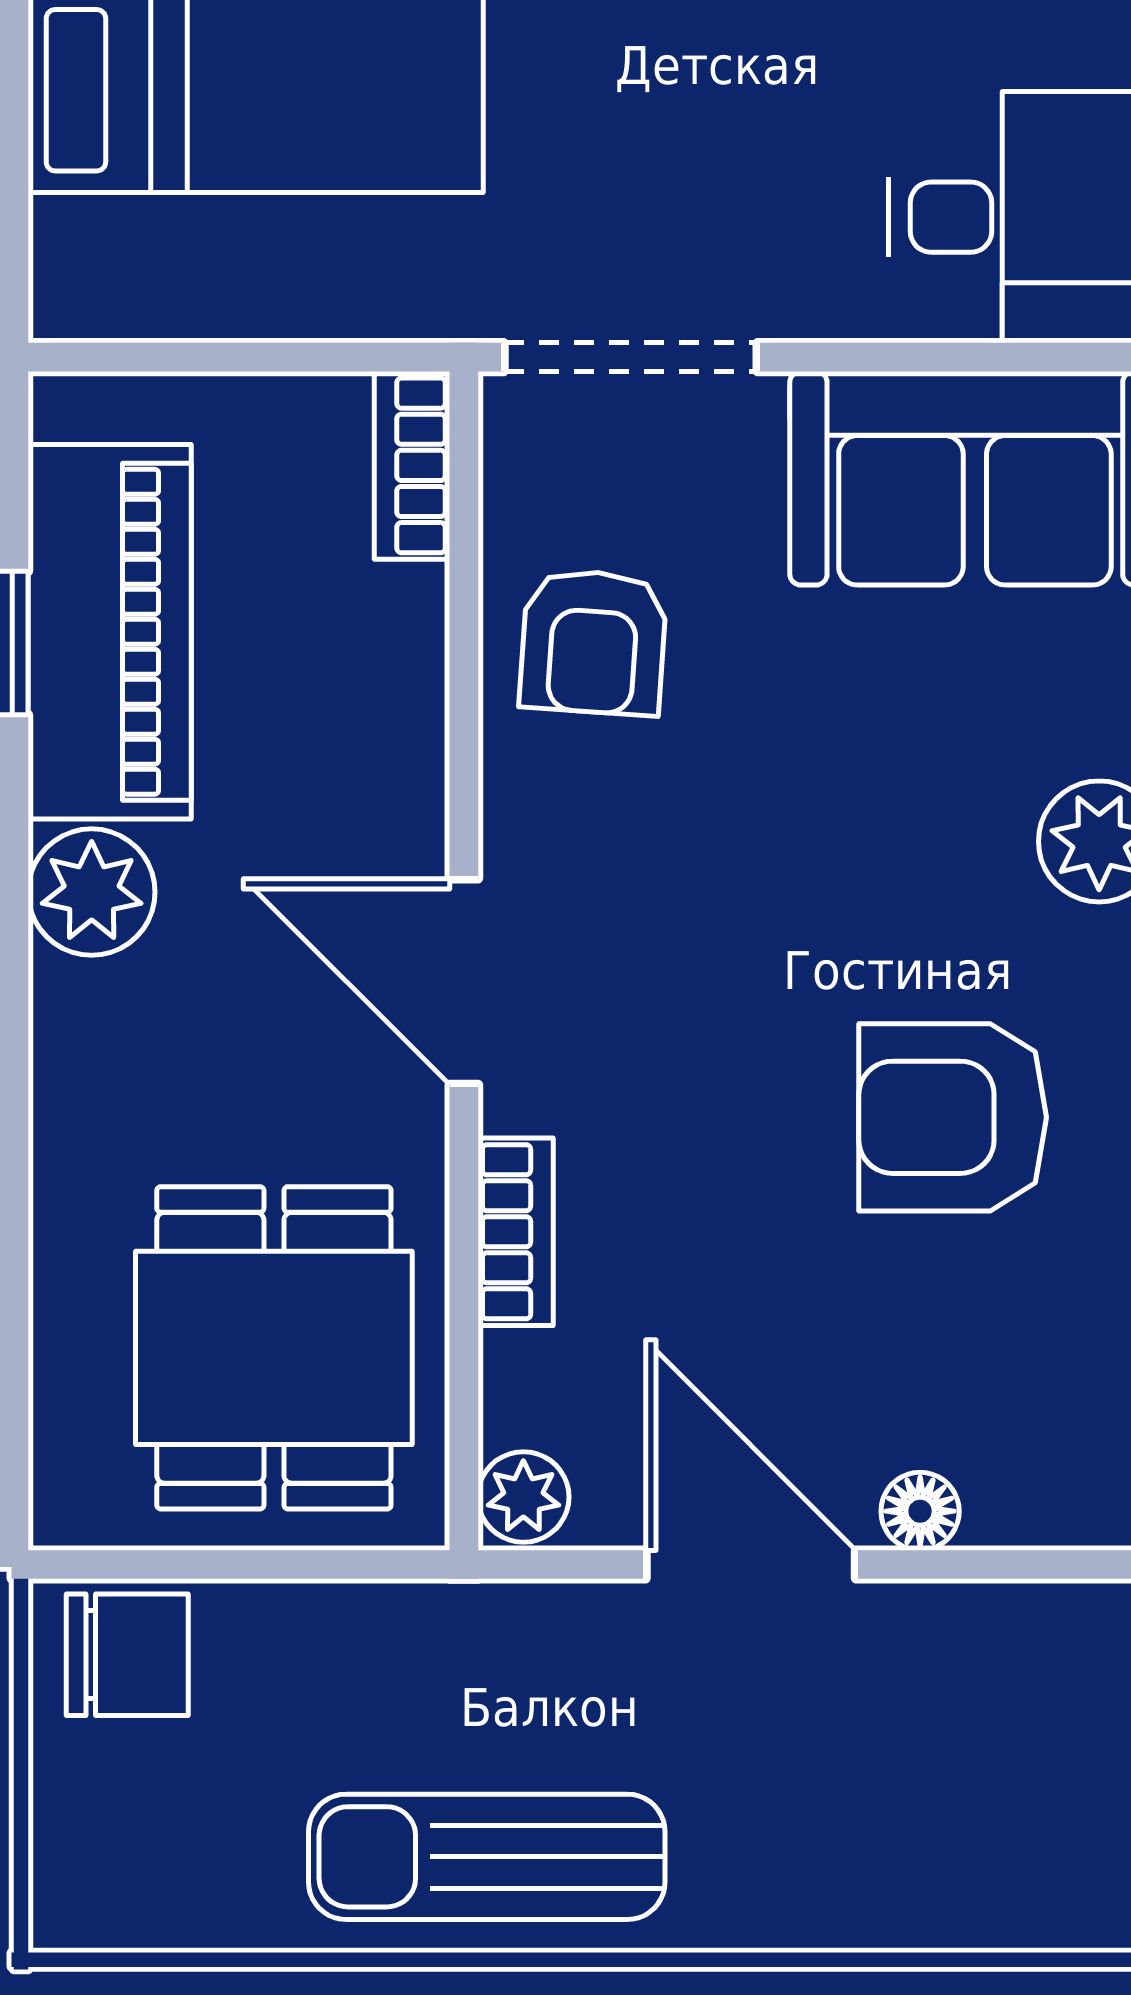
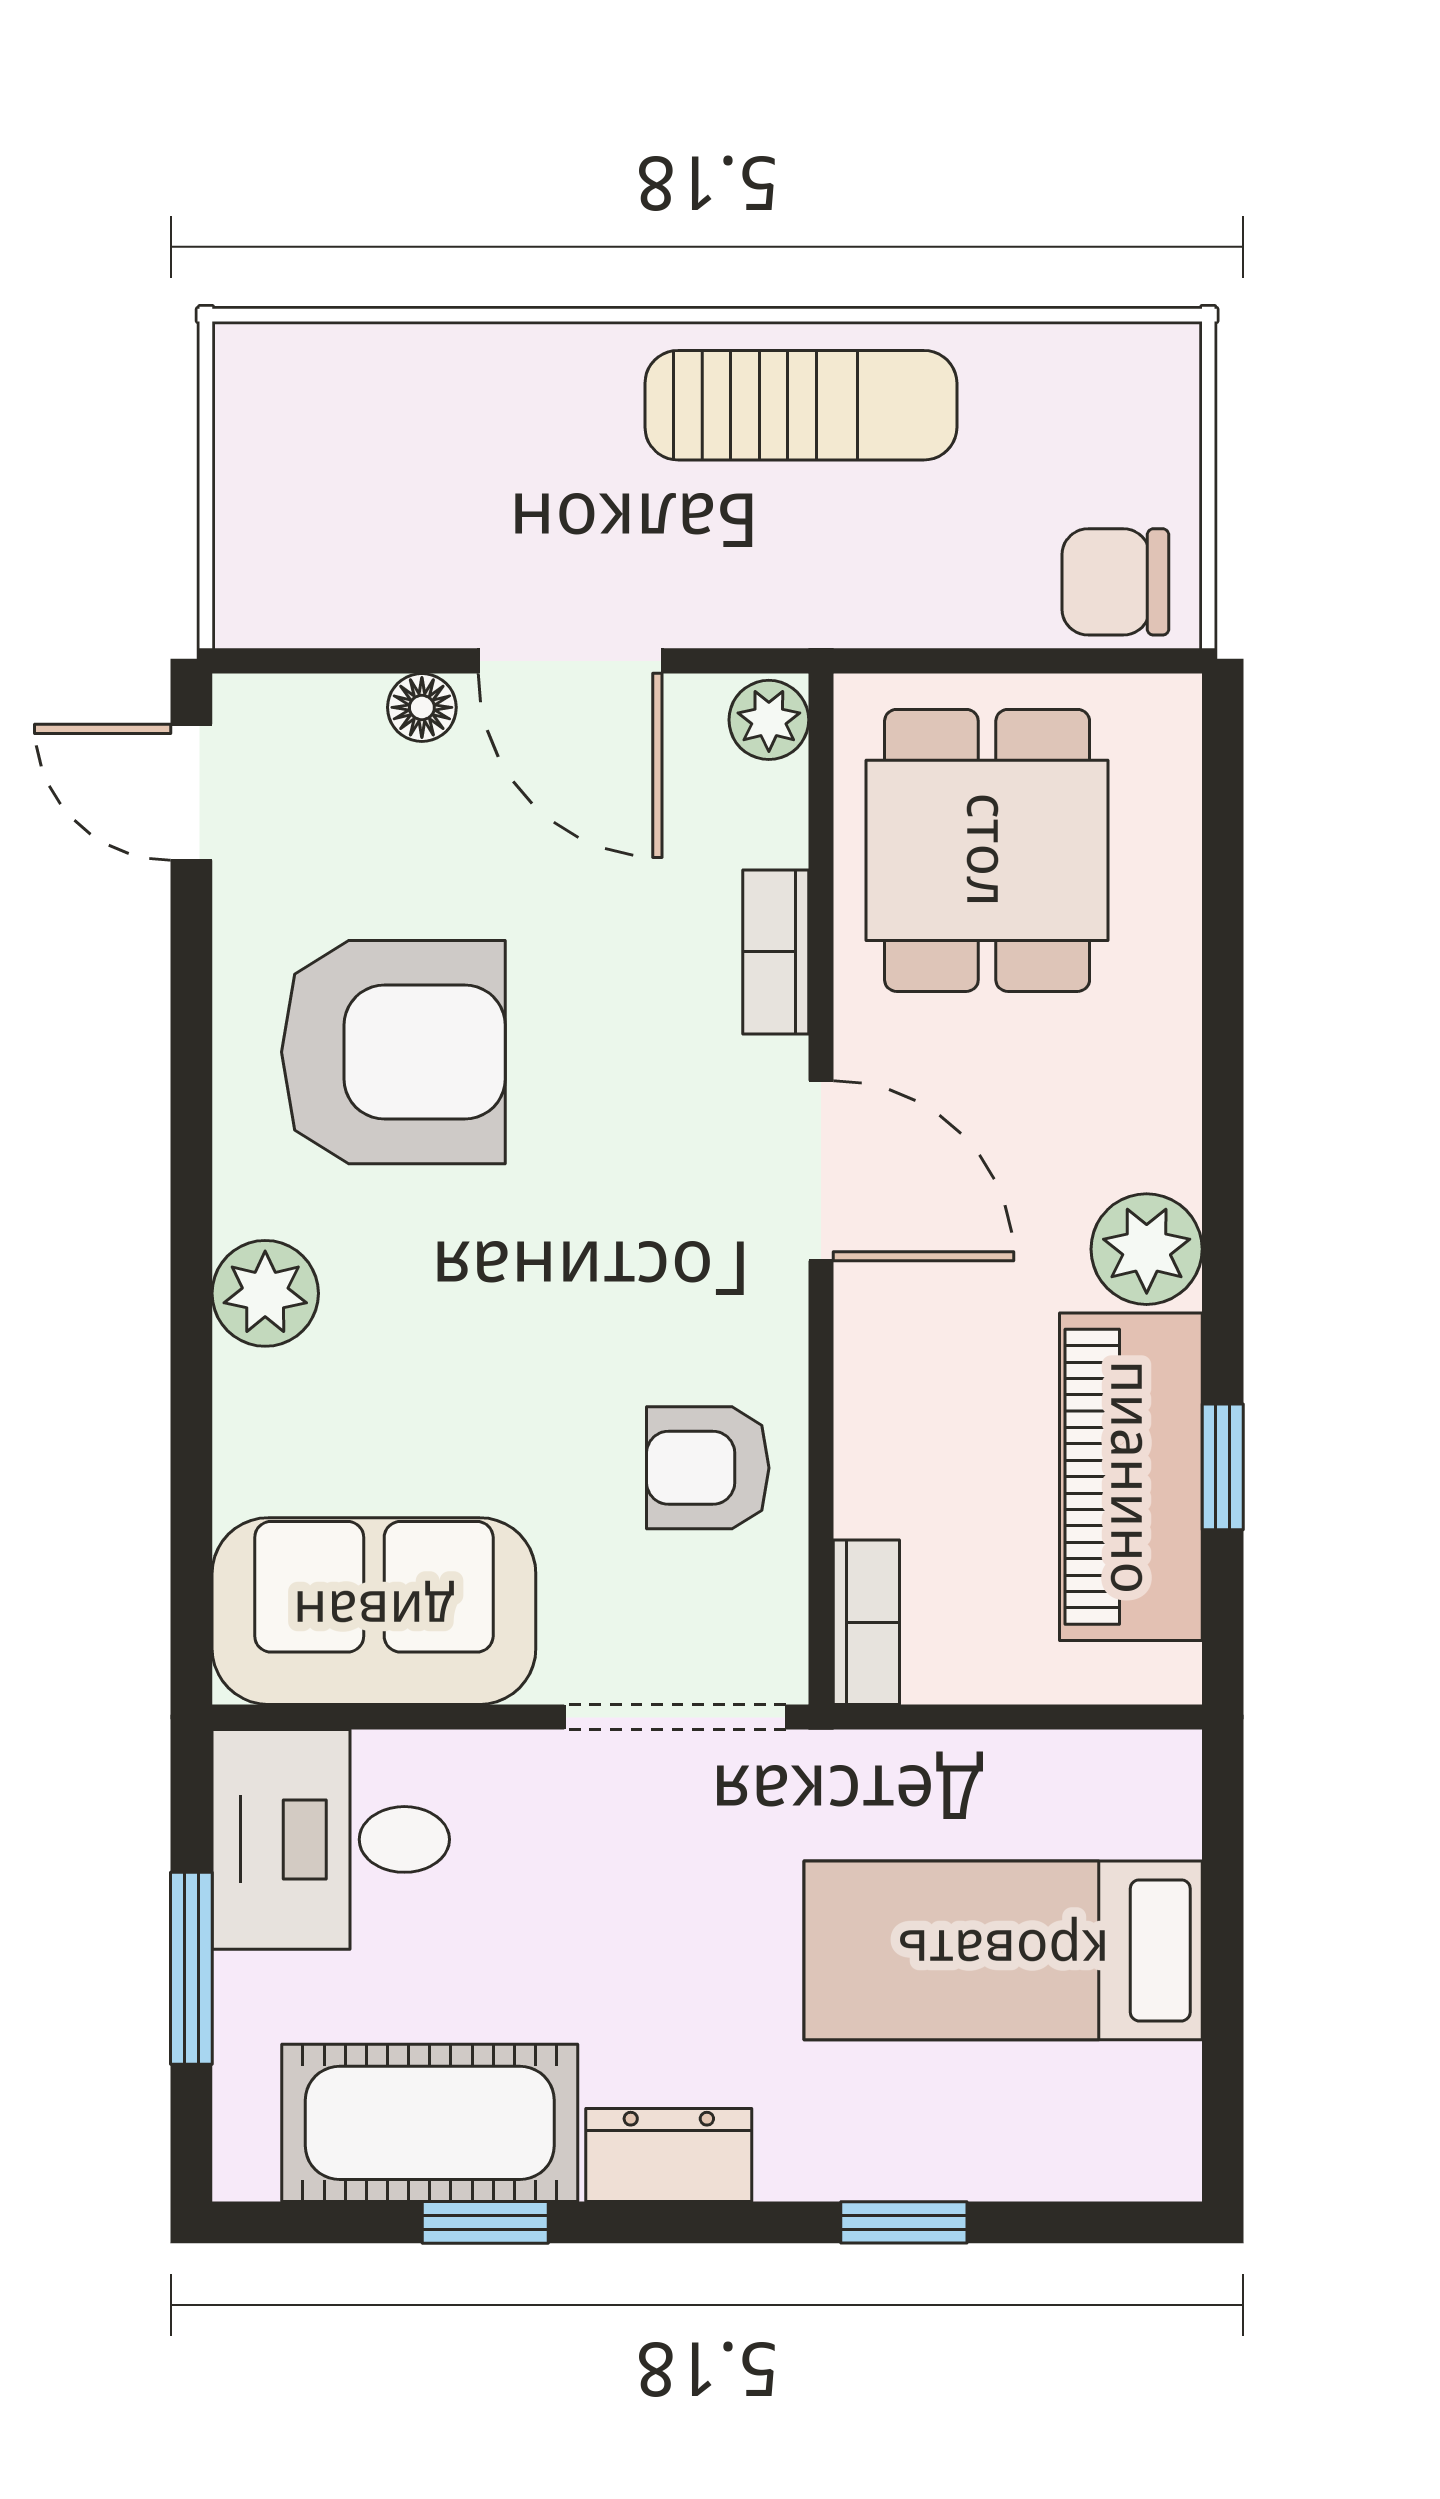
armchair: (593, 642) -> (708, 1468), turned -94
armchair: (953, 1117) -> (393, 1052), width x1.36, depth x1.36

